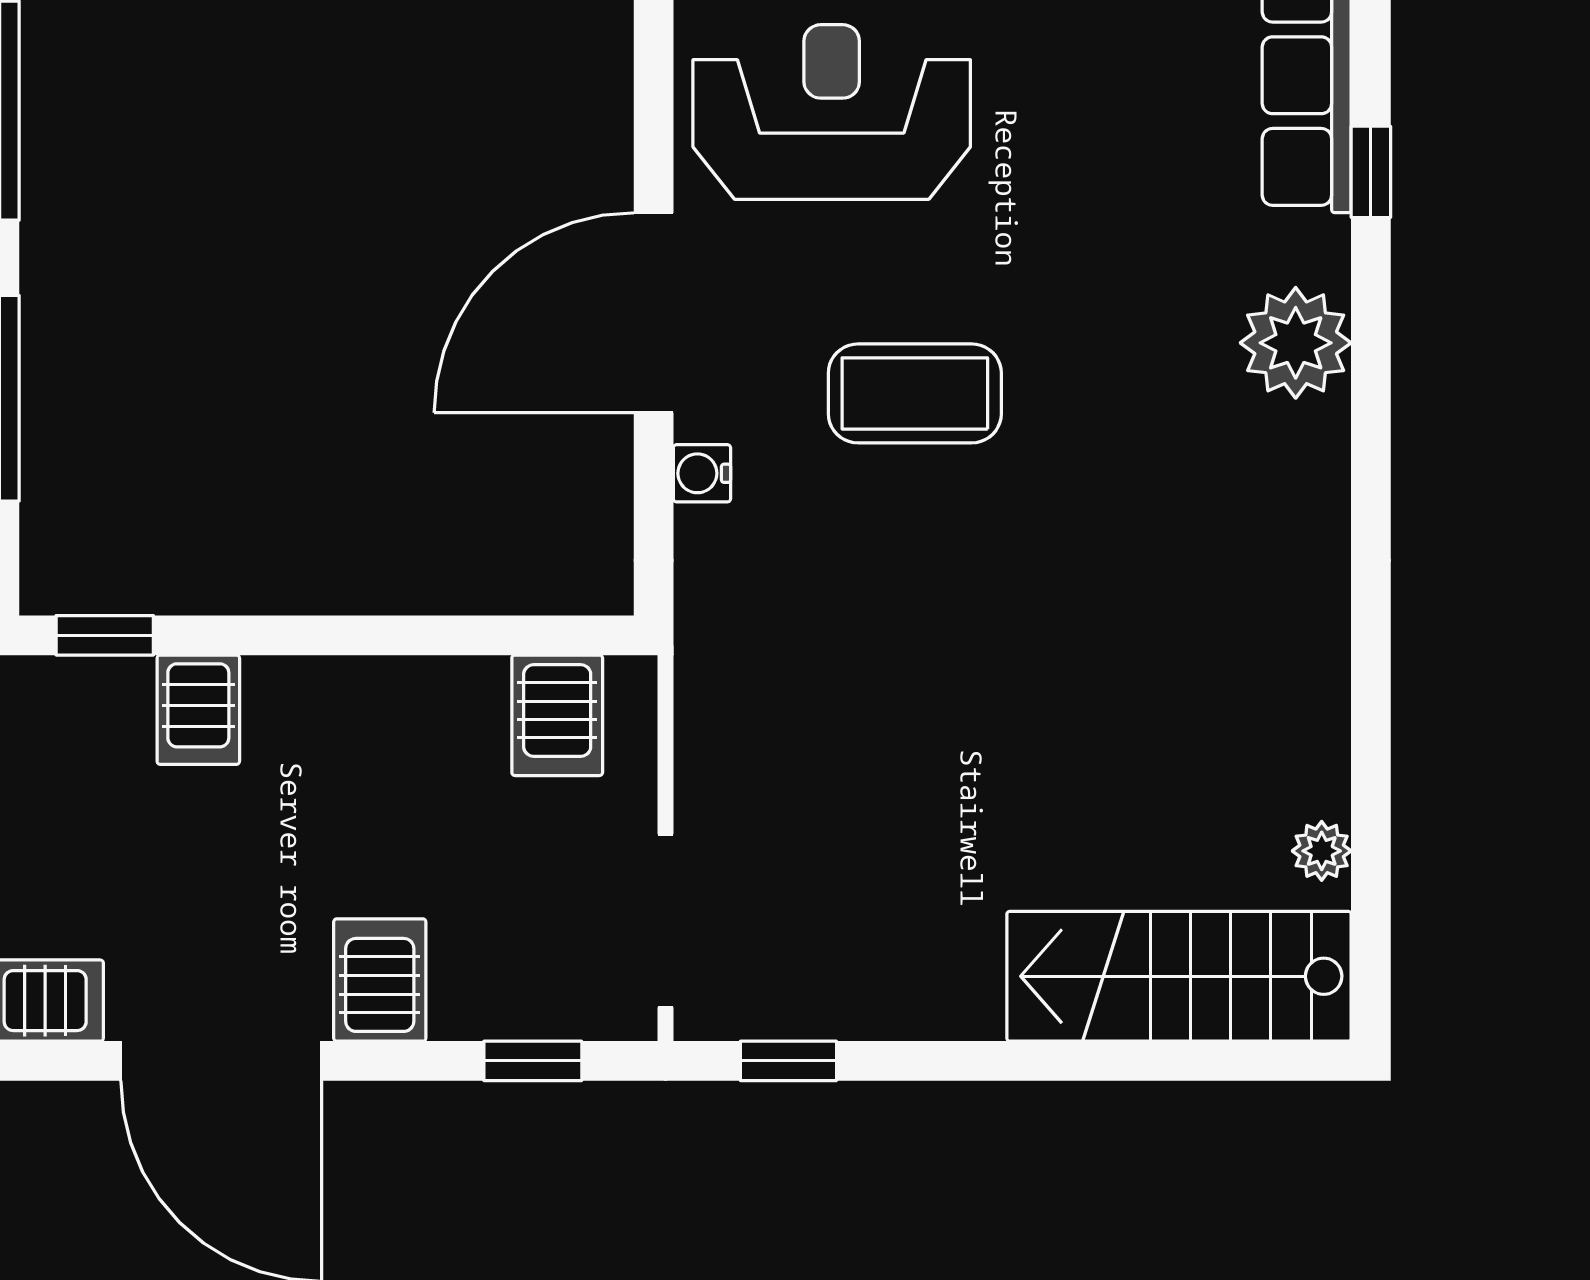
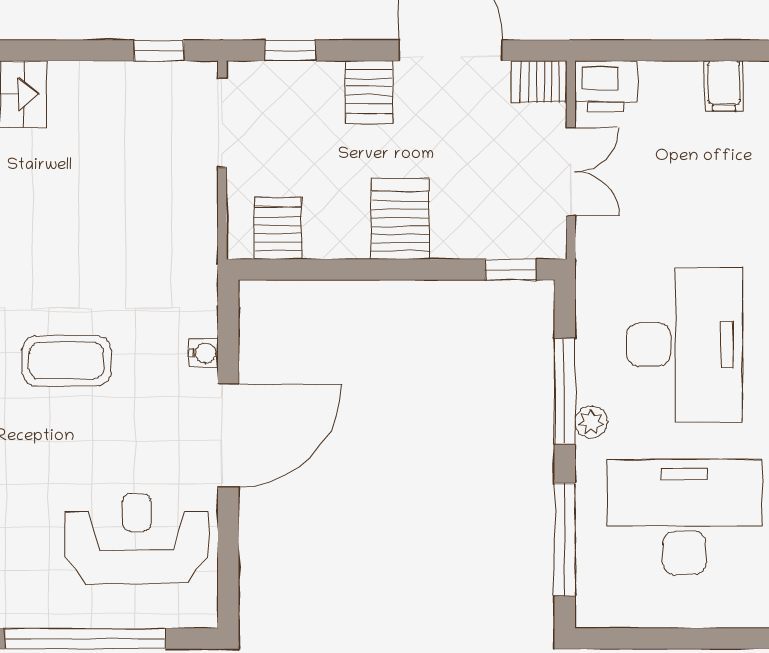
reception desk: (832, 112) -> (137, 539), turned 180
coffee table: (915, 393) -> (67, 361), moved
server rack: (198, 710) -> (400, 219), moved, width x1.36, depth x1.44

